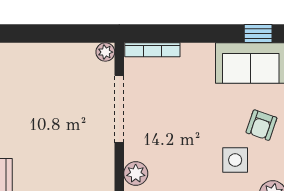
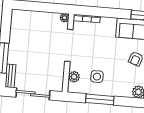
side table: (235, 160) -> (97, 77), moved

